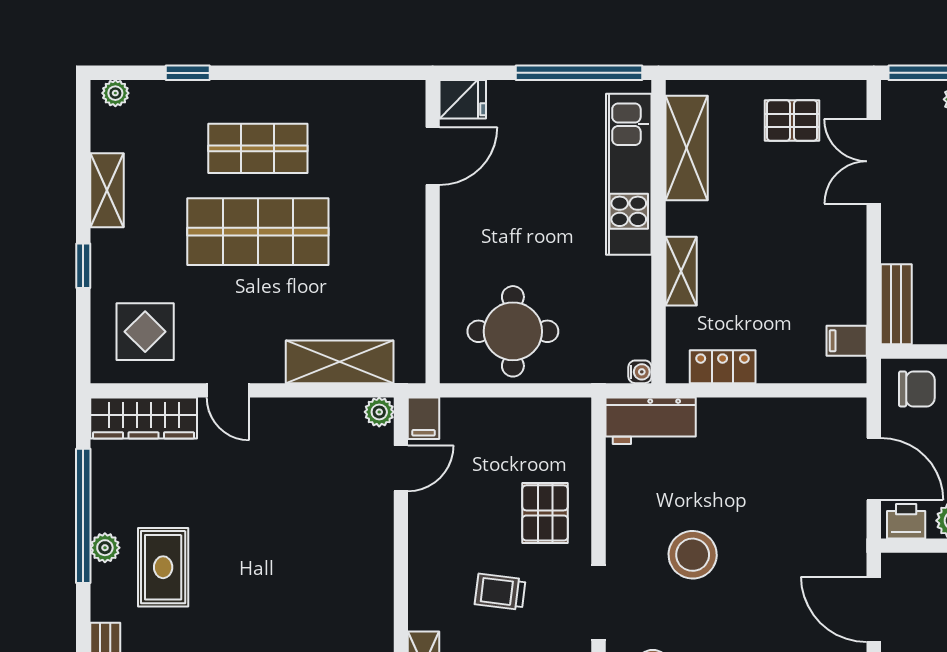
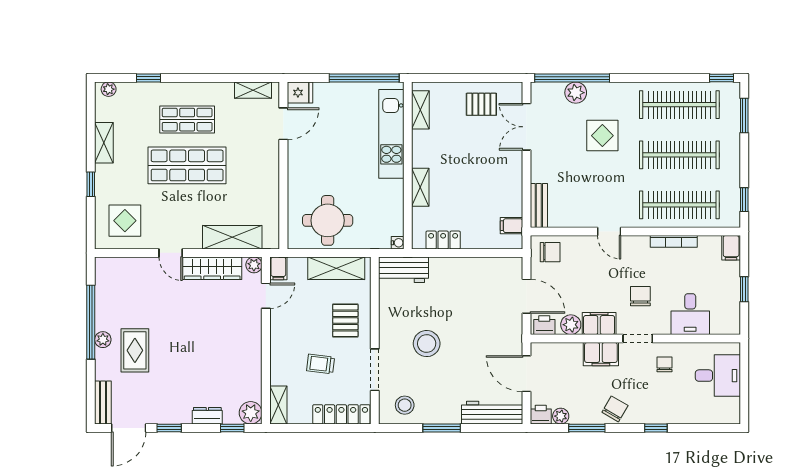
shelving: (377, 95) -> (253, 90), added
shelving: (687, 148) -> (420, 110), width x0.67, depth x0.75
wardrobe: (144, 418) -> (212, 268), moved
shelving: (529, 418) -> (336, 268), added

